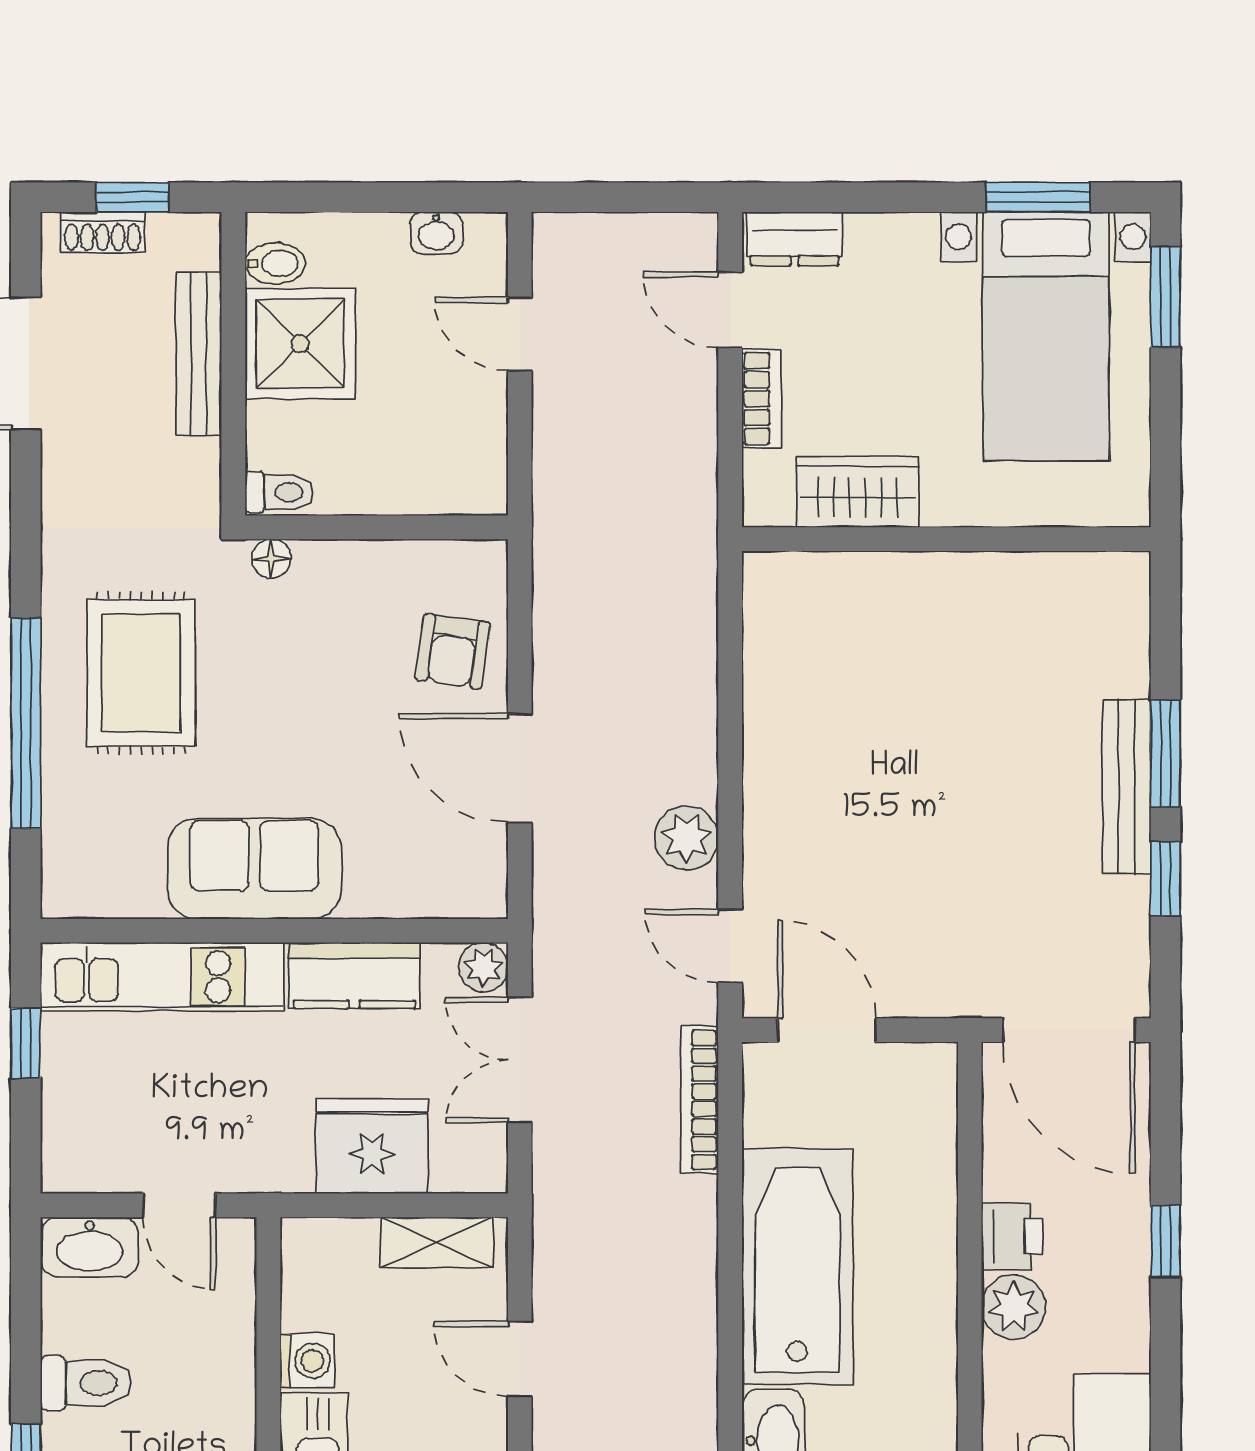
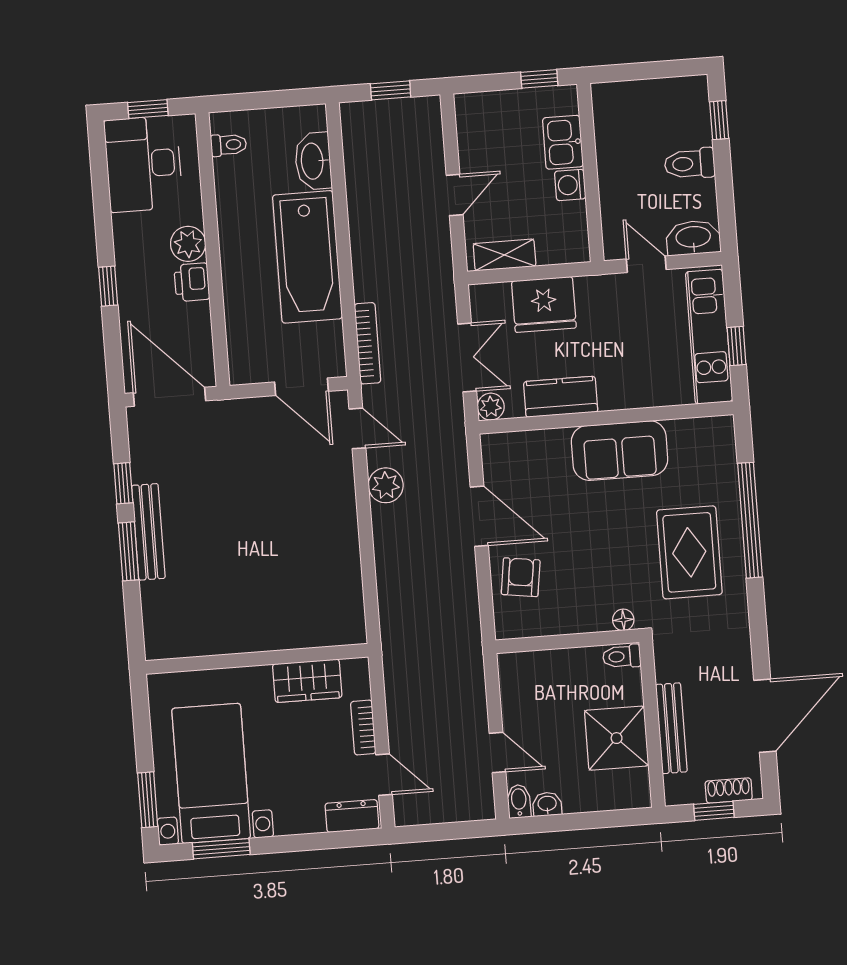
bidet: (275, 263) -> (519, 801), moved, turned 90
kitchen unit: (162, 977) -> (709, 337), moved, turned -90
door: (520, 1359) -> (455, 195), hinge flipped

